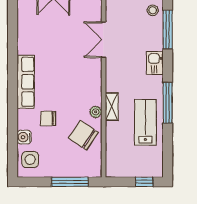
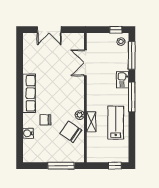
window: (168, 103) -> (132, 97), moved
shelving: (112, 107) -> (91, 122), moved
side table: (30, 160) -> (32, 150), removed

